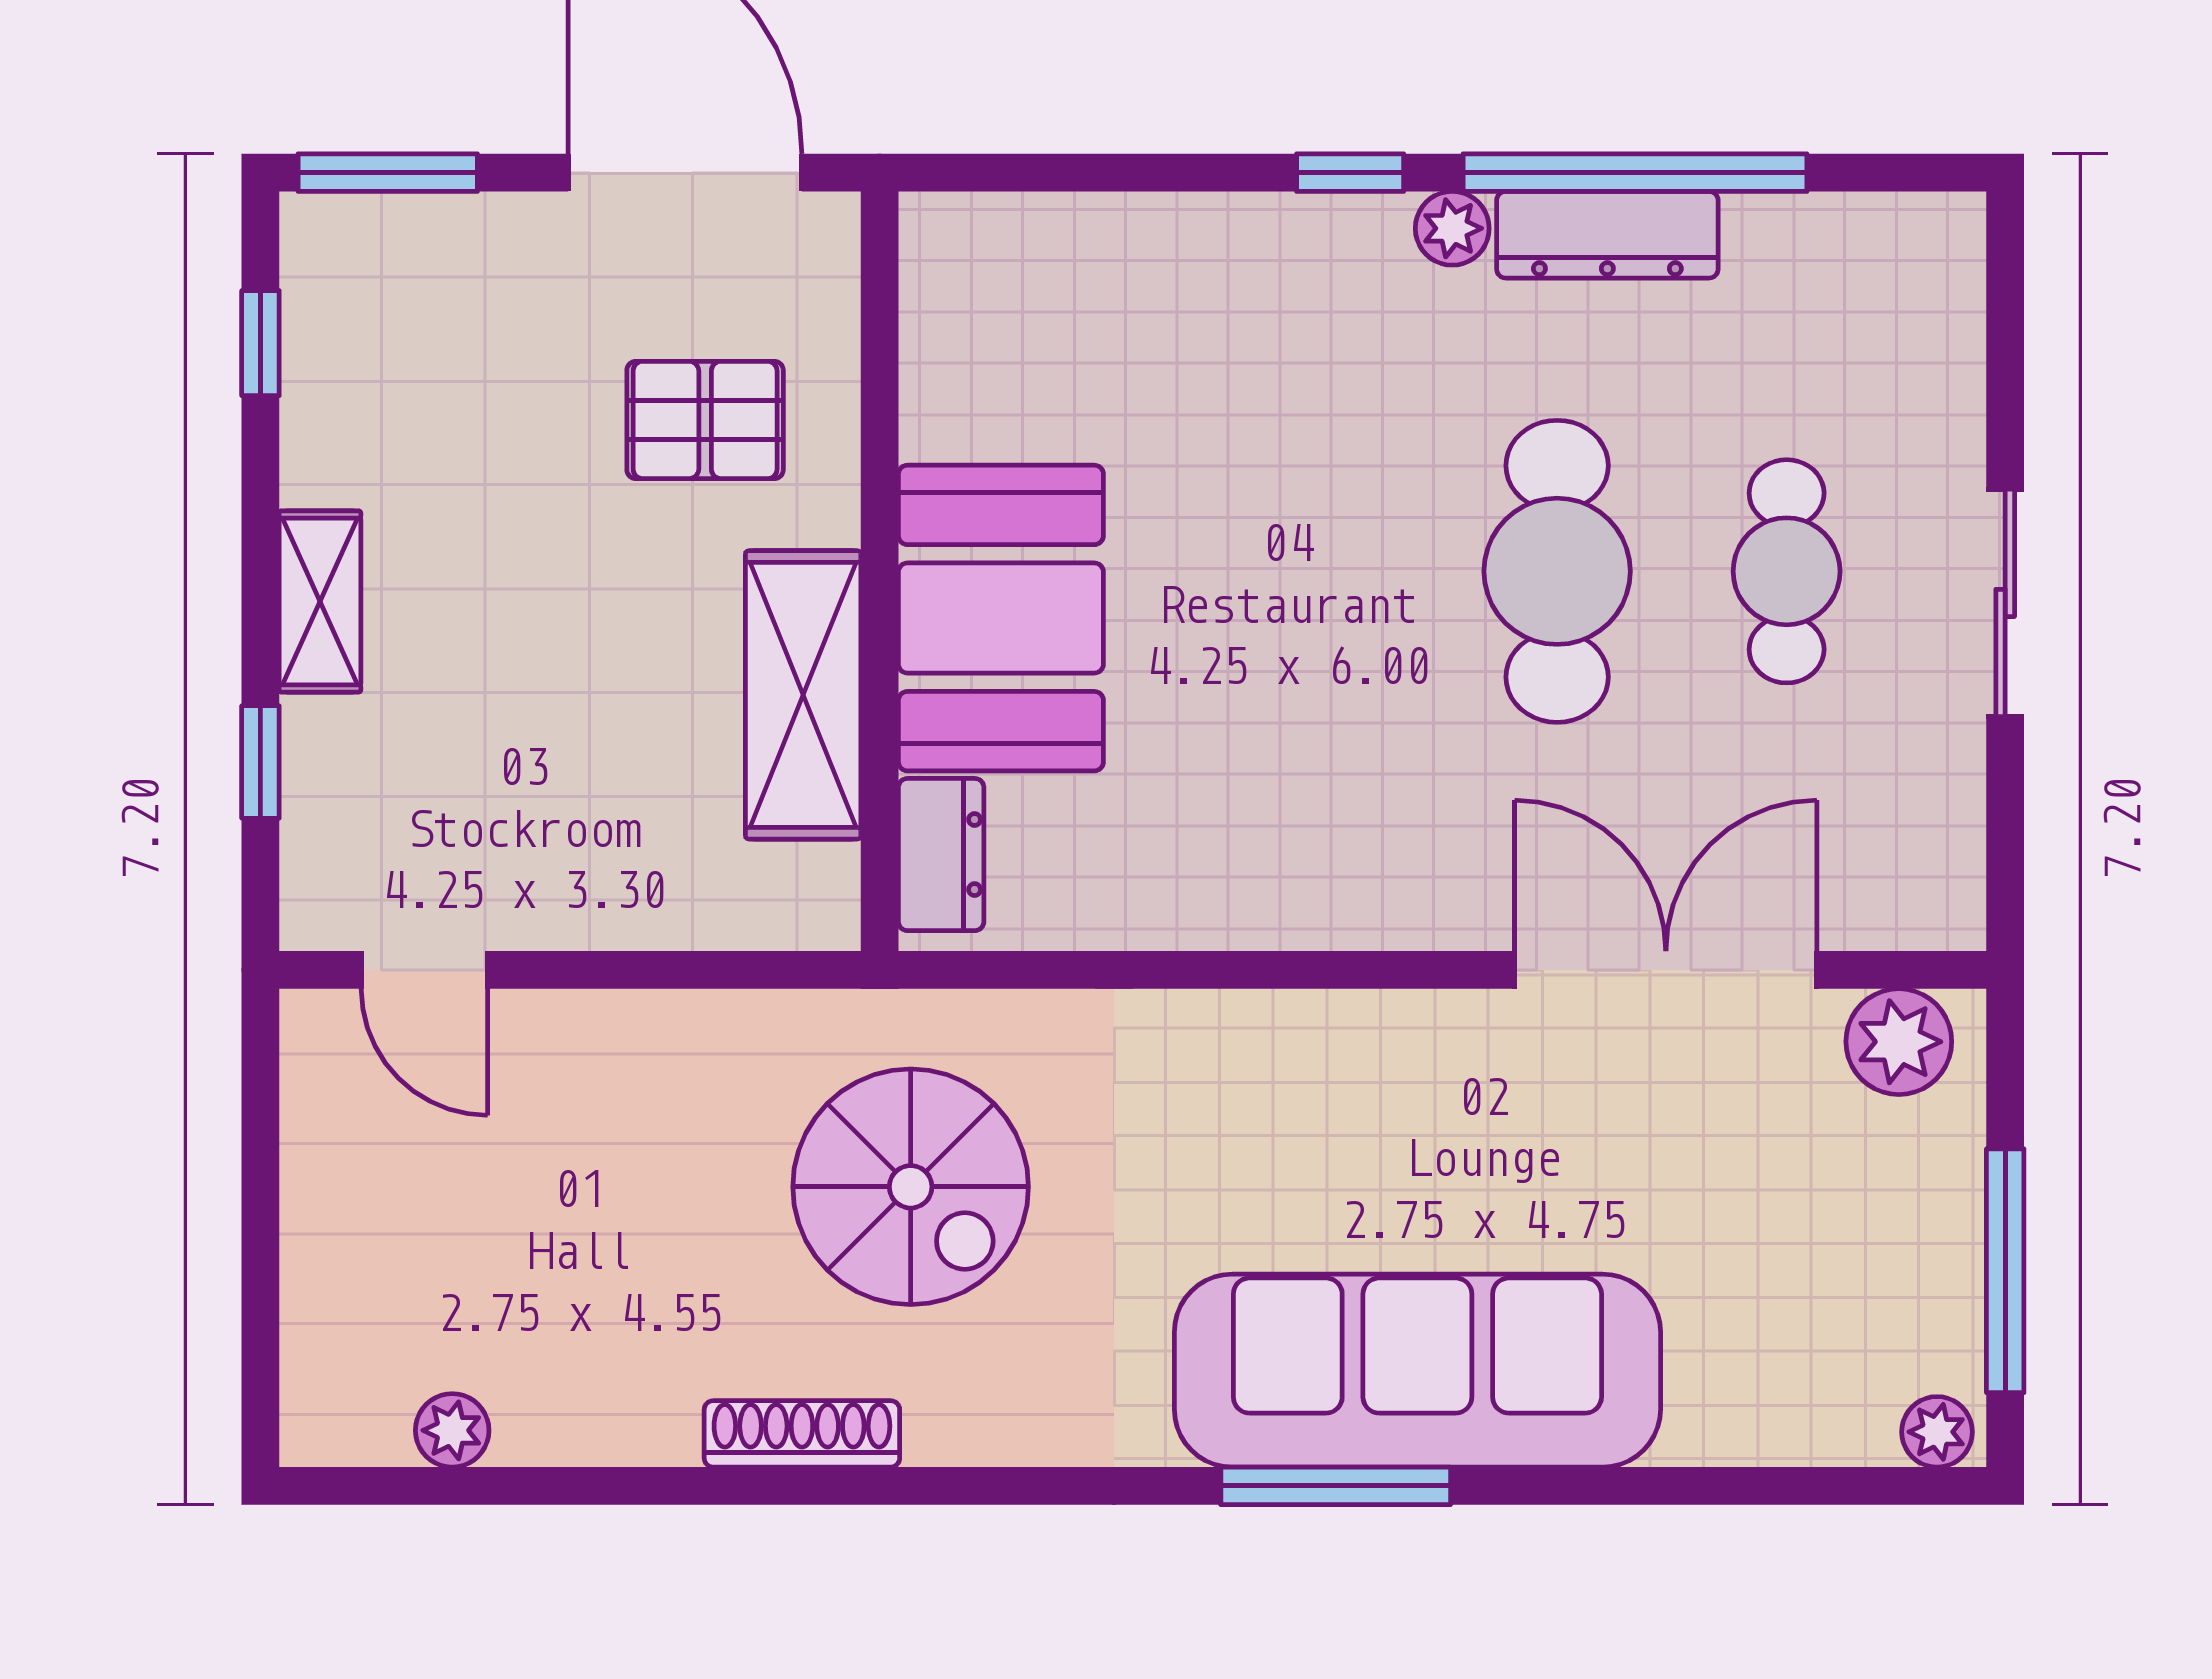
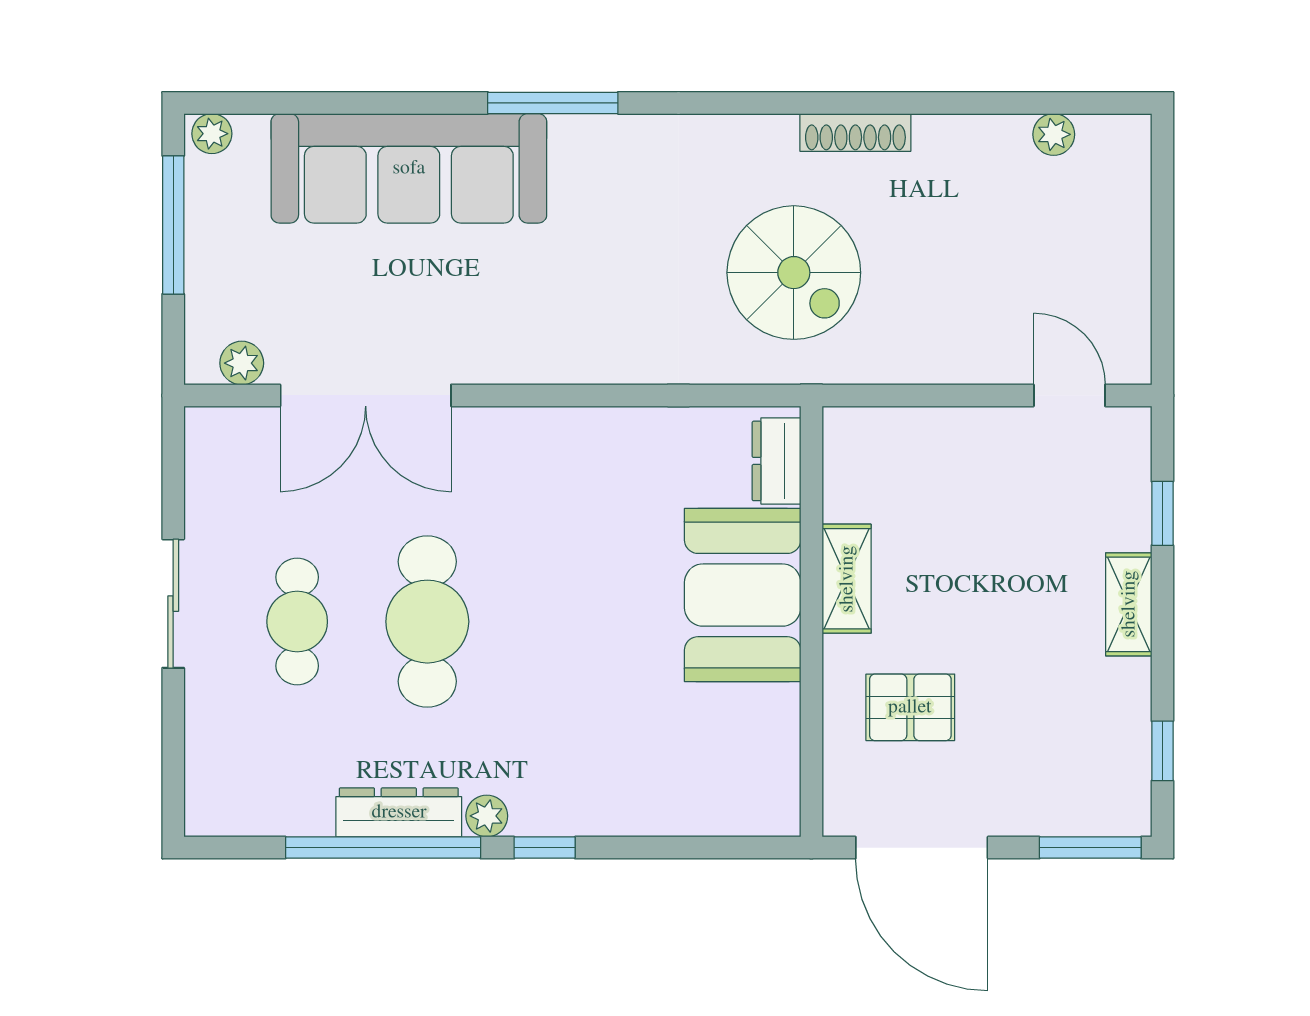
shelving: (803, 695) -> (847, 579), width x0.67, depth x0.75
plant: (1899, 1042) -> (242, 363), width x0.73, depth x0.73
spiral stairs: (911, 1187) -> (794, 273), turned 180
sofa: (1417, 1371) -> (409, 168), moved

